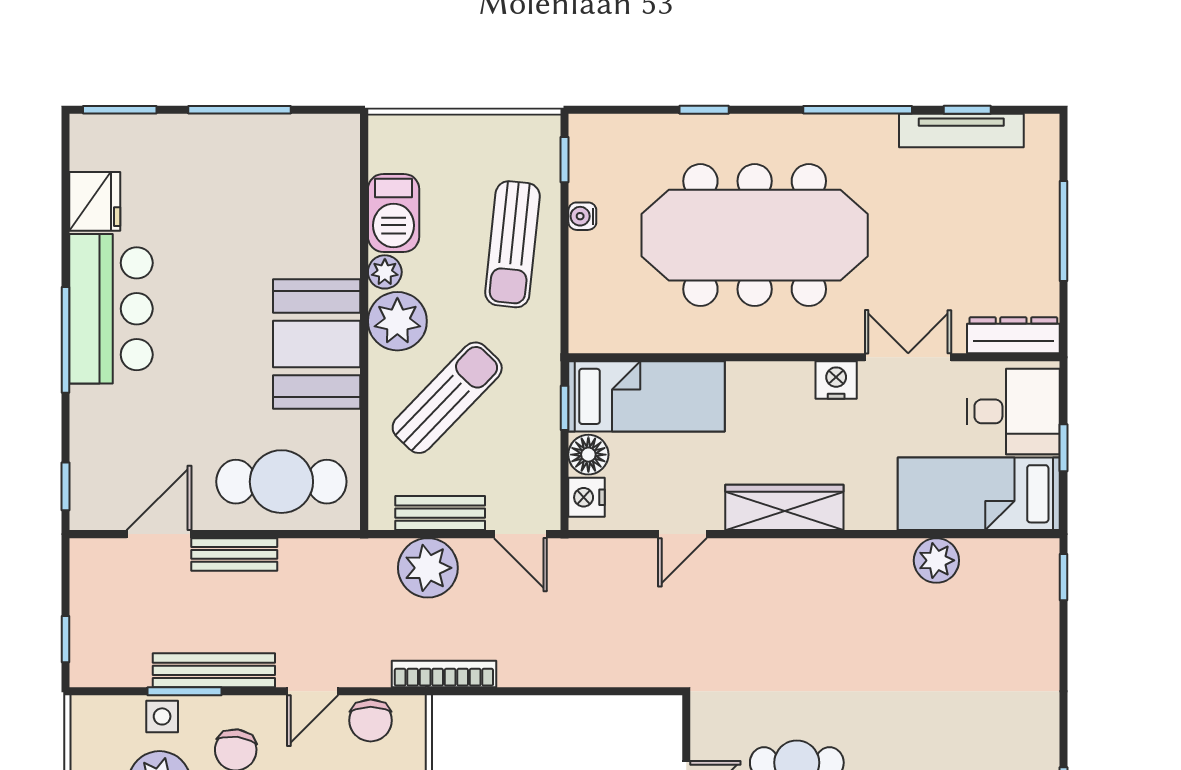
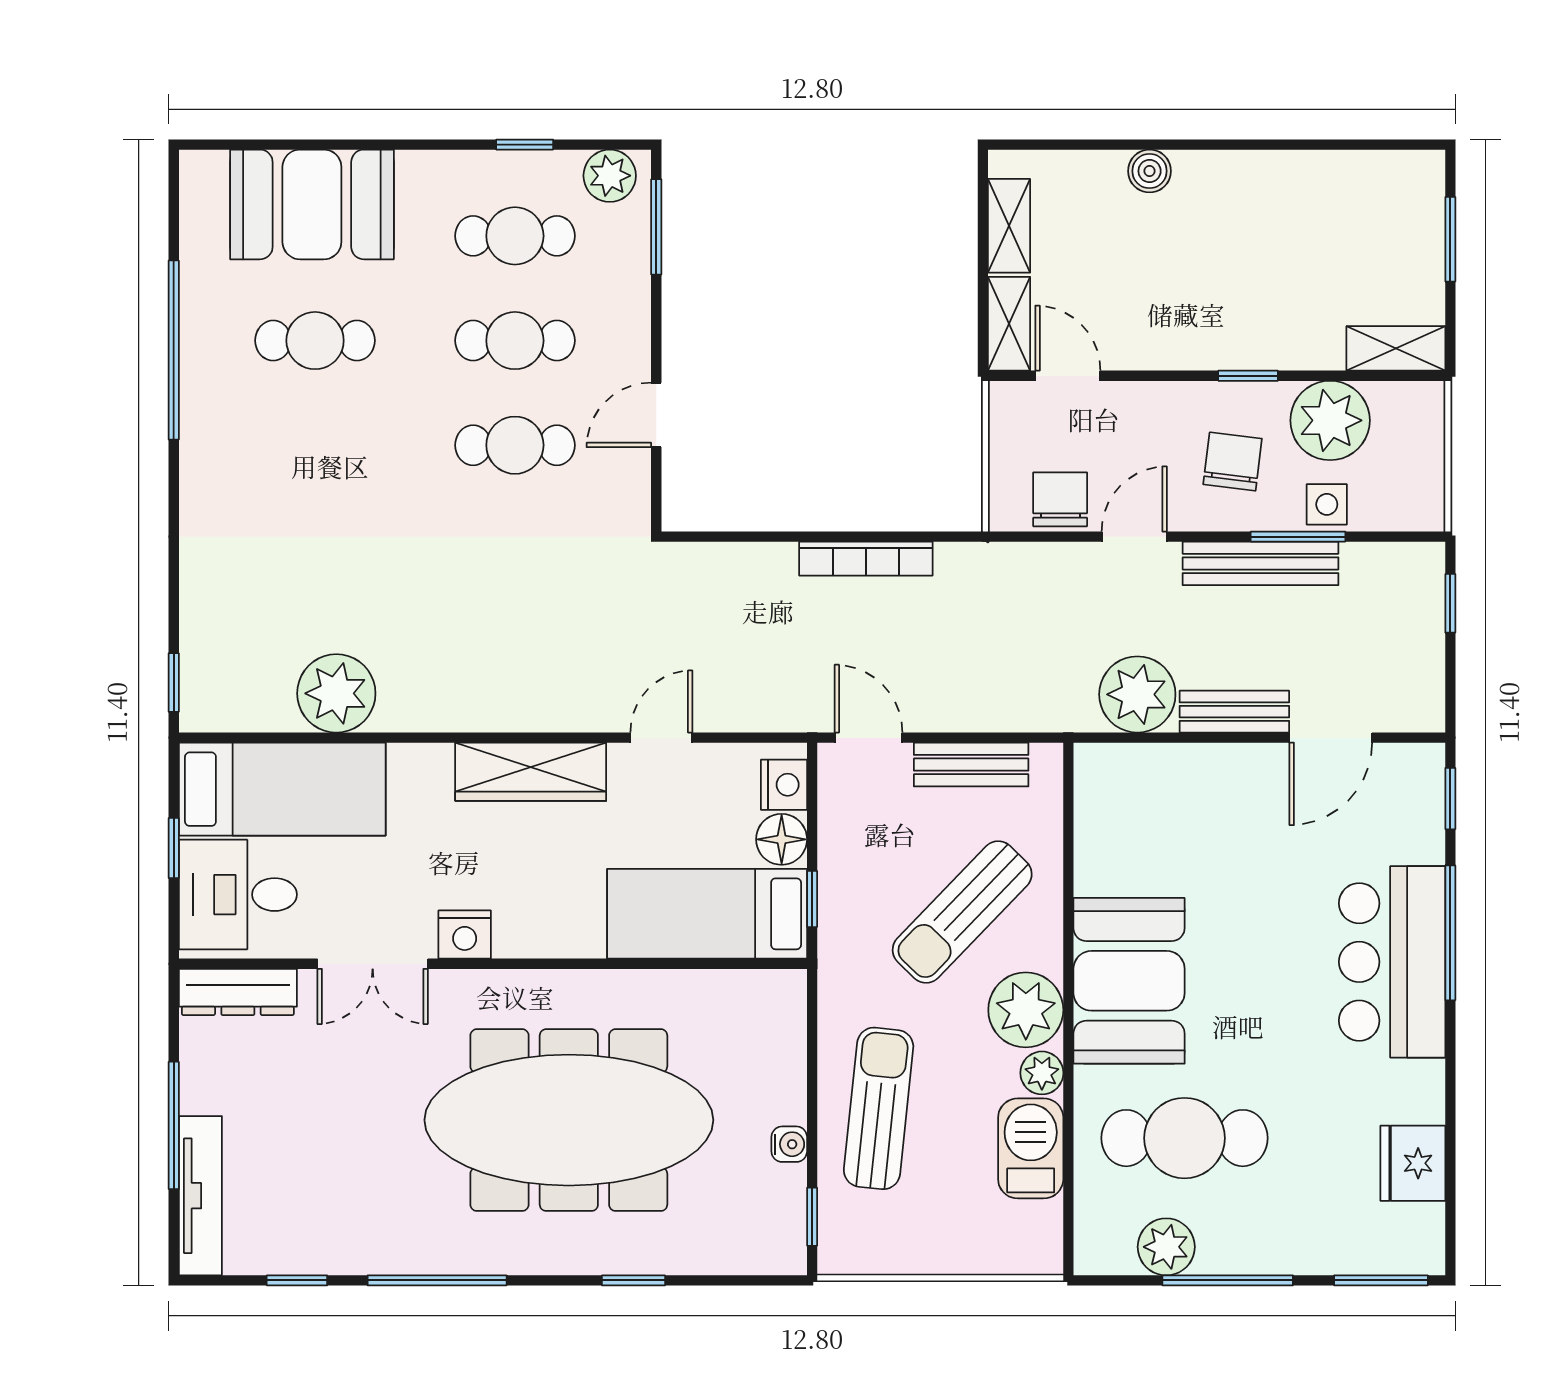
tv unit: (961, 131) -> (200, 1196), moved, turned 90
plant: (288, 136) -> (1166, 1247), added
bar counter: (111, 309) -> (1392, 962), moved
window: (65, 340) -> (1450, 933), moved
cafe table: (281, 482) -> (1184, 1138), moved
plant: (936, 560) -> (336, 693), width x1.36, depth x1.36
plant: (428, 568) -> (1137, 694), moved
bookcase: (444, 674) -> (866, 559), moved

